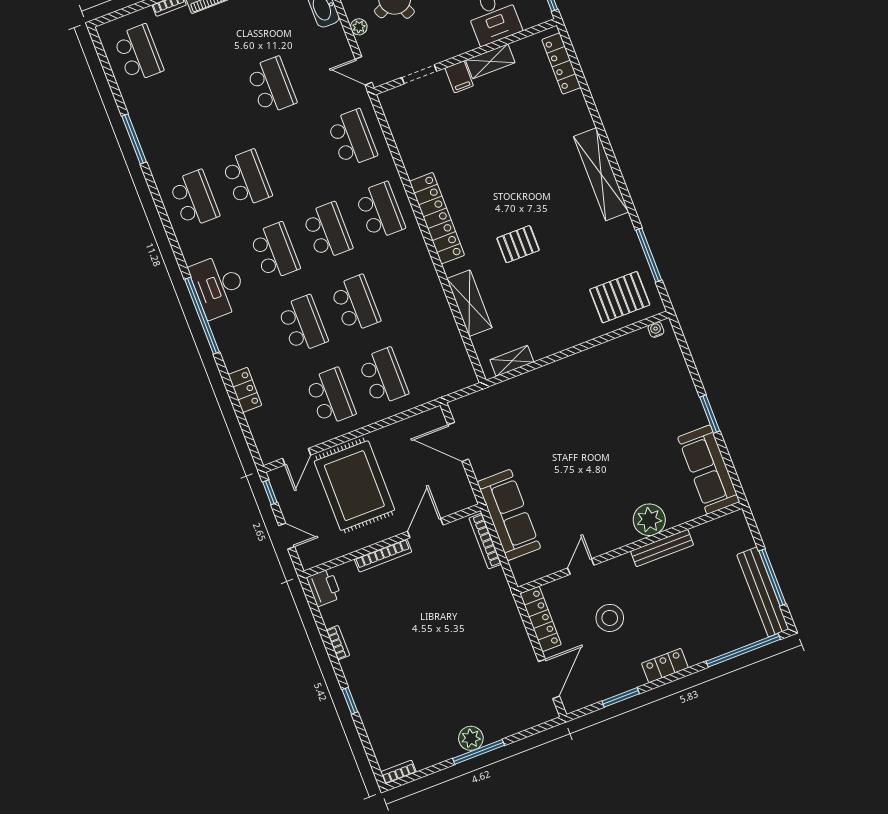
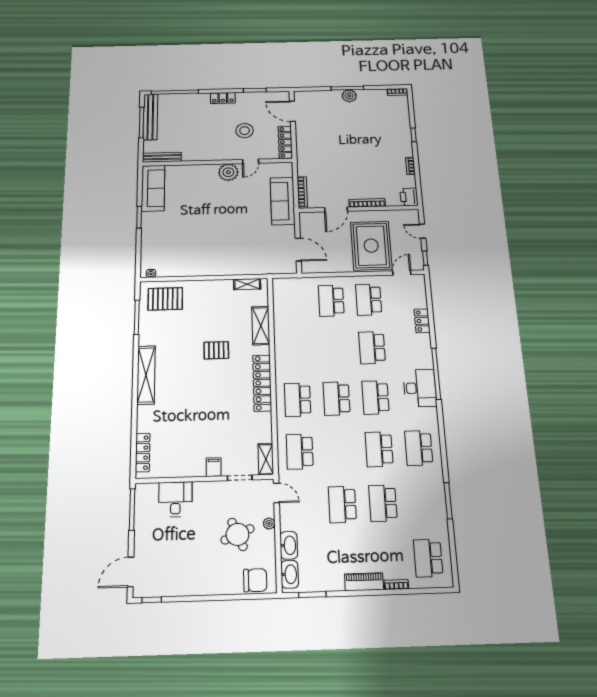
shelving: (490, 61) -> (266, 459), moved, turned 90
school desk: (355, 304) -> (383, 503), moved
plant: (649, 520) -> (228, 172), moved
bench: (662, 548) -> (162, 157), moved
door: (549, 679) -> (292, 111), hinge flipped

